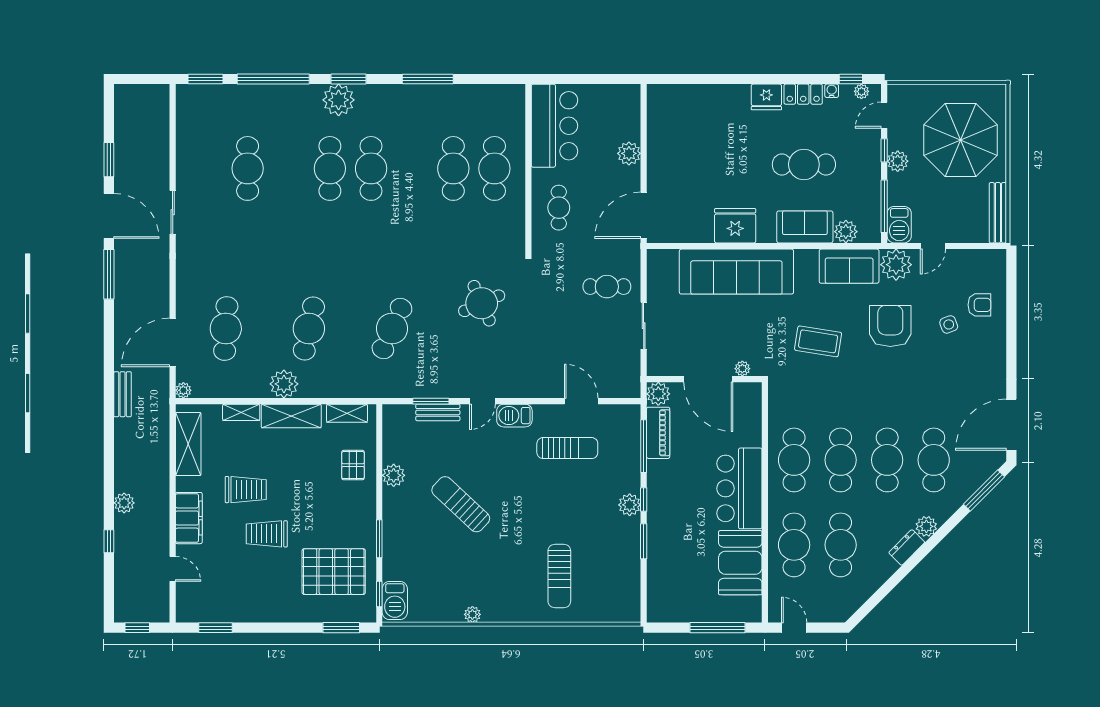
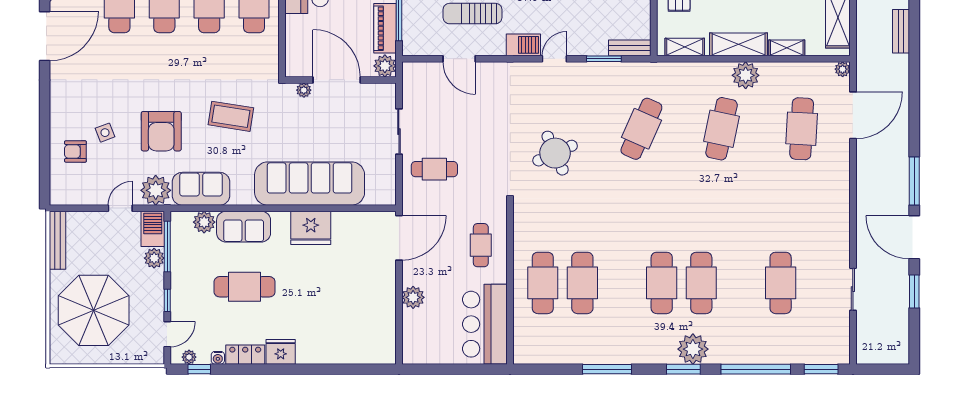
plant: (898, 161) -> (154, 258), moved
sliding door: (173, 212) -> (853, 289), moved
bench: (123, 394) -> (901, 31), moved
bench: (438, 412) -> (630, 48), moved

